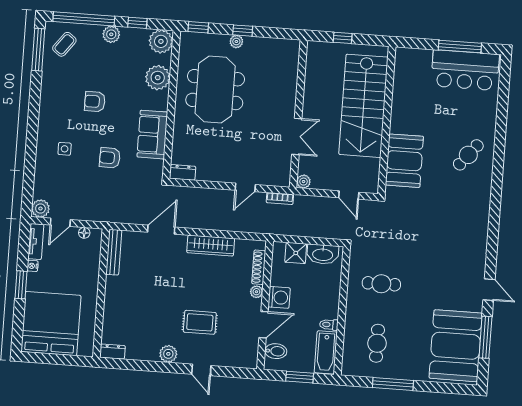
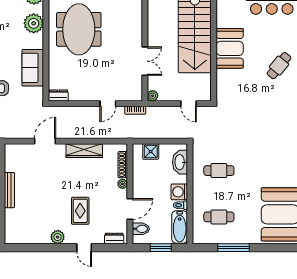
booth: (404, 161) -> (230, 48), moved
bench: (114, 252) -> (9, 190), moved
washbasin: (323, 254) -> (180, 162), moved, turned 90
washing machine: (279, 297) -> (179, 192), moved, turned 180
rug: (200, 322) -> (80, 211), turned 90
cafe table: (377, 343) -> (219, 217), turned 90
dresser: (112, 352) -> (114, 238), moved

